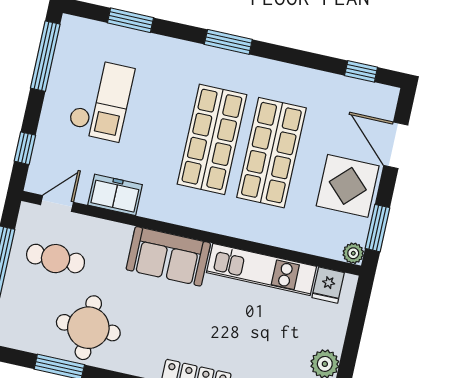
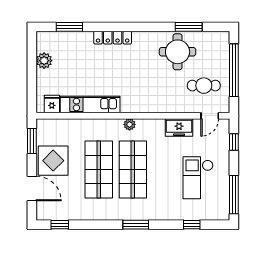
window: (131, 20) -> (192, 225), width x0.67
plant: (353, 253) -> (130, 124), moved
sofa: (168, 256) -> (143, 100), removed

